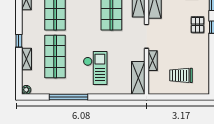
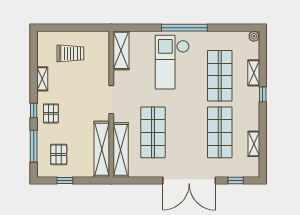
shelving: (153, 61) -> (42, 79), moved
checkout: (95, 68) -> (172, 62), width x1.36, depth x1.21
window: (68, 97) -> (184, 28), moved

